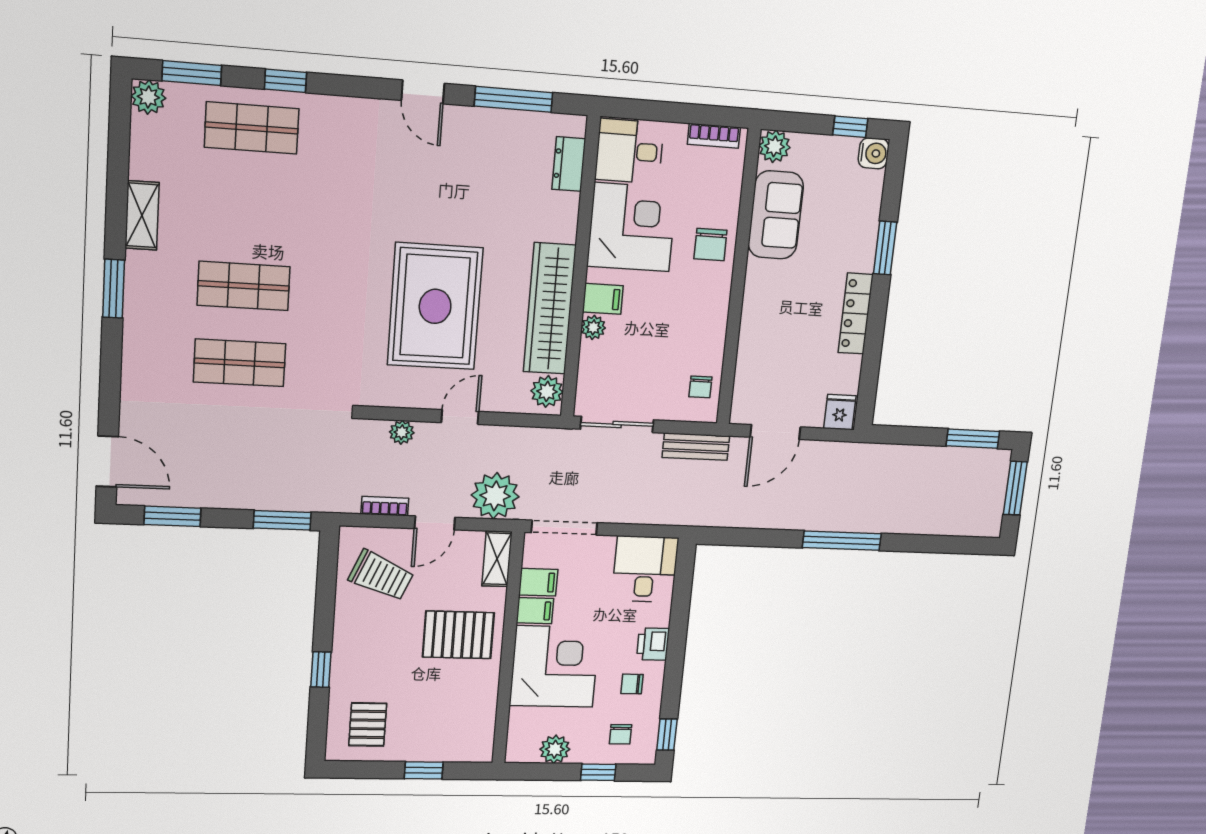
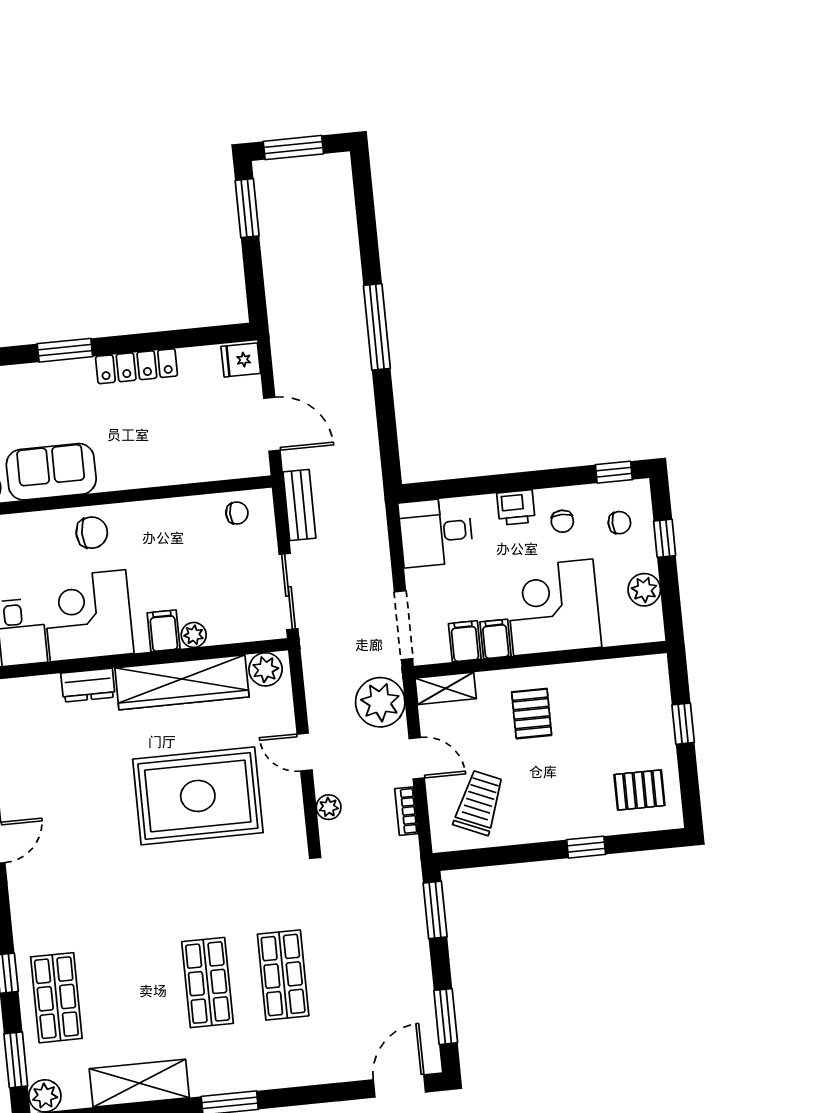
dresser: (569, 164) -> (88, 685), moved
shelving: (142, 215) -> (139, 1083), width x1.50, depth x1.33
pallet: (458, 635) -> (532, 714), width x0.67, depth x0.71

